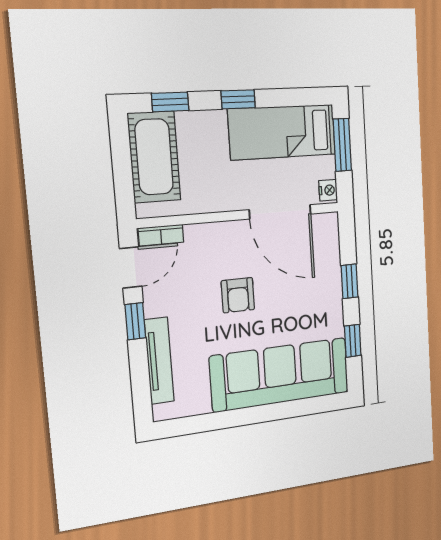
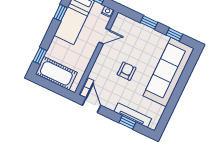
window: (238, 99) -> (60, 13), moved
door: (280, 212) -> (104, 36), width x0.53
armchair: (238, 295) -> (127, 71), turned -90
window: (135, 321) -> (127, 122), moved

